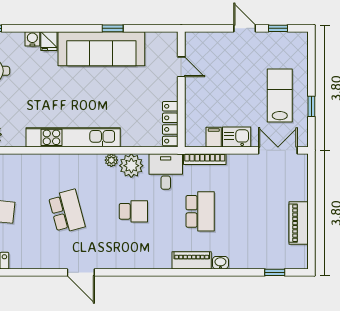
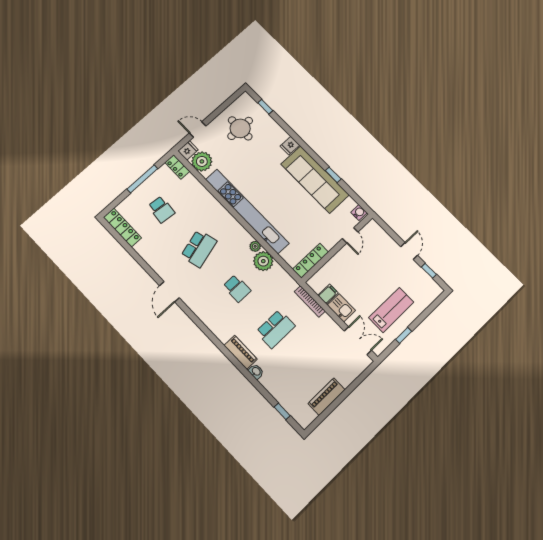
water cooler: (32, 39) -> (359, 212), moved
kitchen unit: (73, 137) -> (247, 211), width x1.36
desk: (166, 172) -> (280, 285), removed

